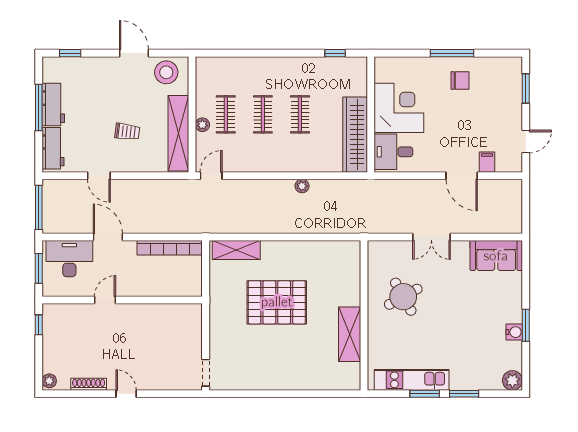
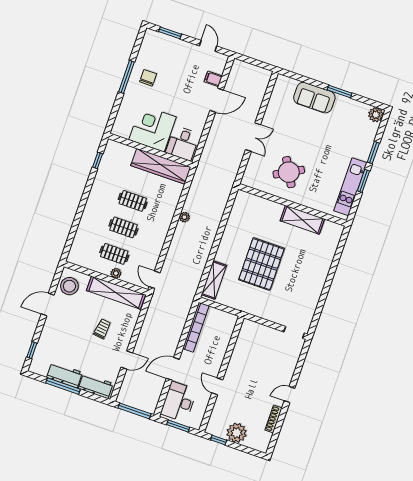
sofa: (496, 256) -> (314, 98), moved, turned 90
water cooler: (514, 332) -> (342, 101), removed
plant: (49, 381) -> (237, 433), moved, width x1.88, depth x1.88

